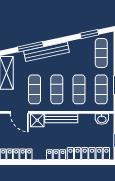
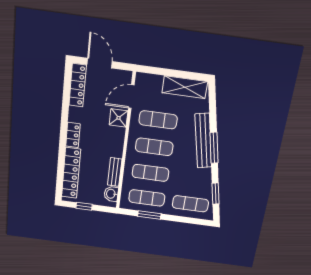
window: (30, 47) -> (214, 148), moved
bench: (61, 118) -> (115, 172), moved, width x0.73

